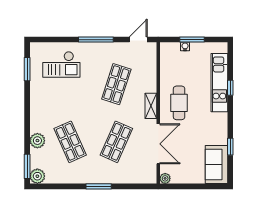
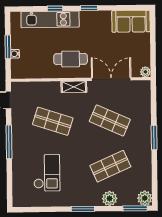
checkout: (61, 64) -> (47, 173), moved
window: (27, 69) -> (83, 209), moved
window: (230, 147) -> (89, 8), moved

